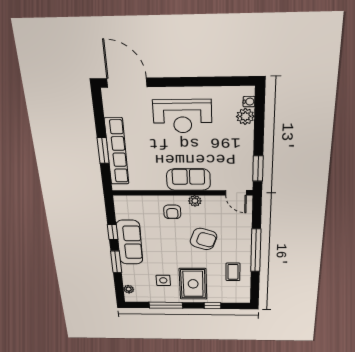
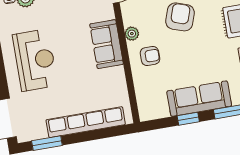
window: (103, 150) -> (47, 143), moved

